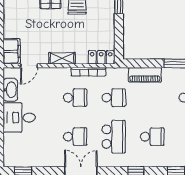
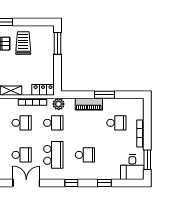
plant: (120, 75) -> (59, 104), added
piano: (145, 75) -> (89, 104), moved

